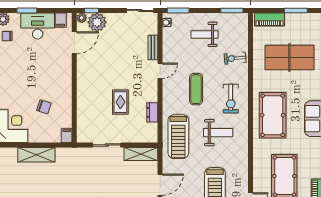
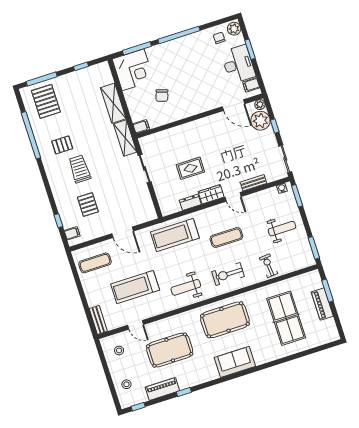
window: (91, 10) -> (275, 126), moved
window: (296, 10) -> (328, 291), moved
piano: (269, 19) -> (322, 304), moved
weight bench: (204, 34) -> (282, 229), turned 90
wardrobe: (151, 90) -> (211, 194), added
weight bench: (218, 133) -> (186, 287), moved, turned 90
shelving: (141, 154) -> (125, 138), moved

